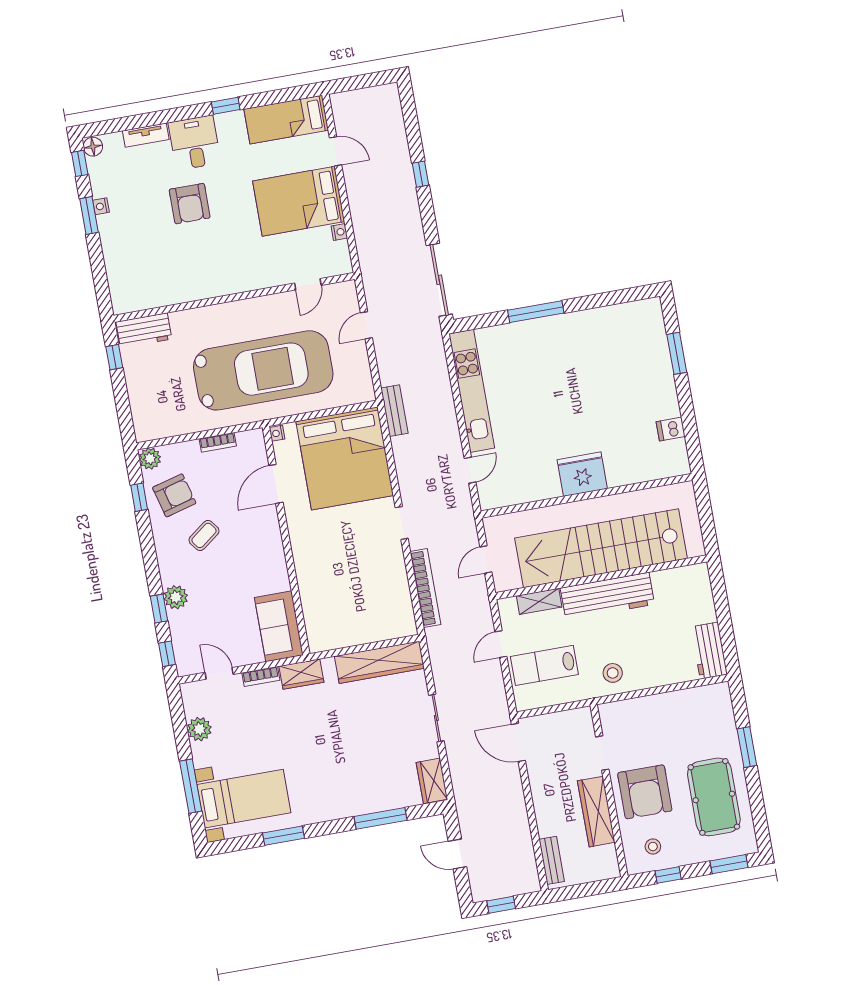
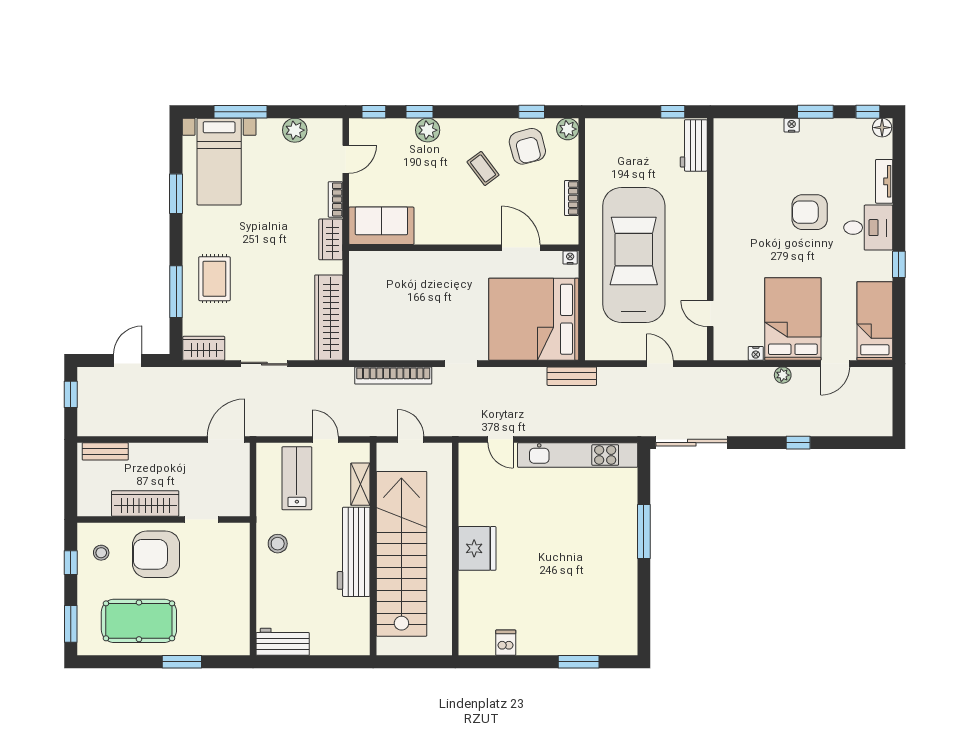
plant: (356, 201) -> (783, 375), added
nightstand: (101, 206) -> (792, 125), moved
car: (263, 370) -> (634, 255), turned 180
rug: (361, 783) -> (214, 279), added

